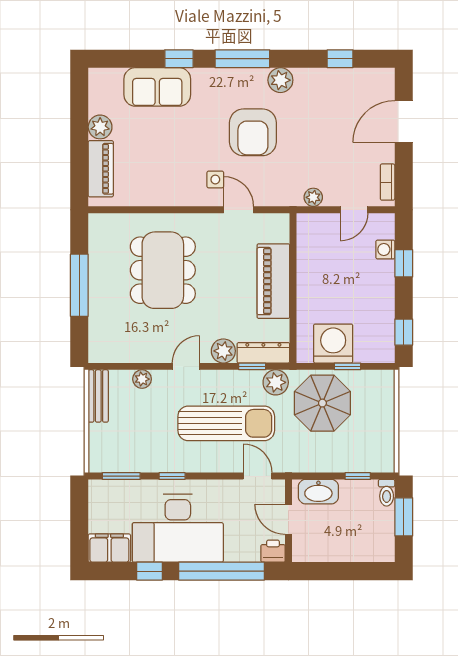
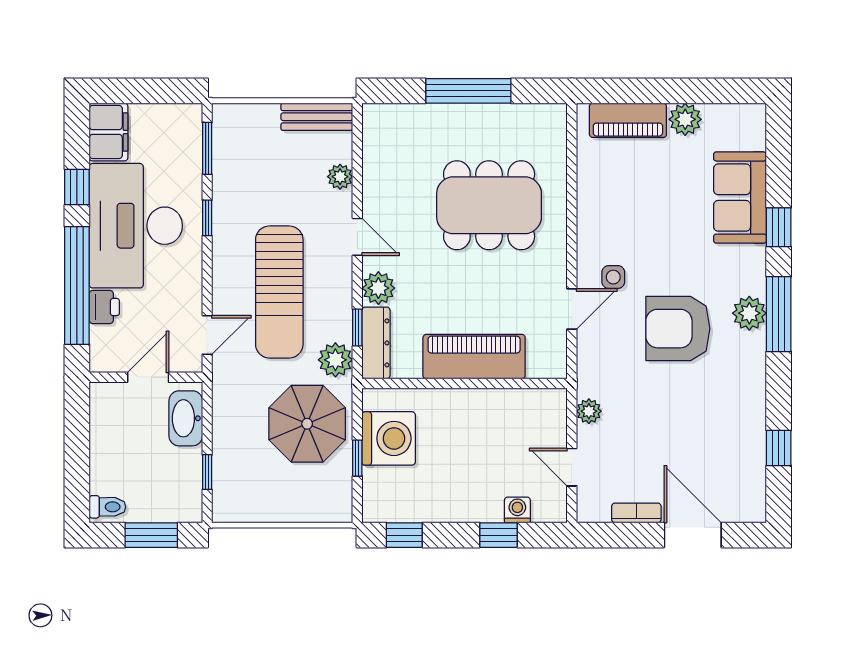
plant: (280, 80) -> (749, 313), moved
bookcase: (388, 182) -> (636, 513), moved
toilet: (387, 493) -> (107, 507), moved, turned 180
printer: (273, 551) -> (104, 307), moved

